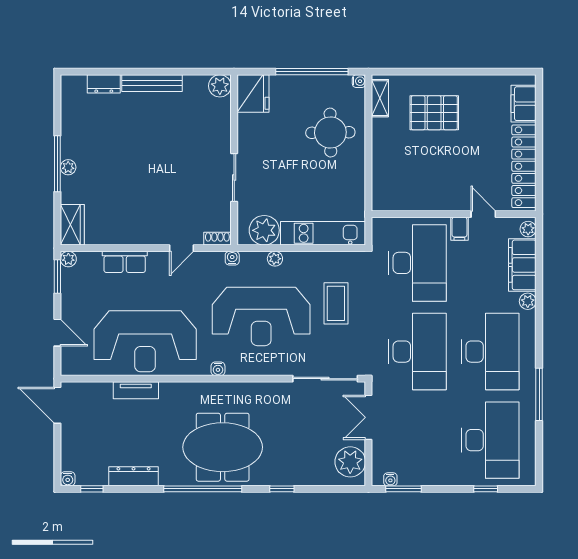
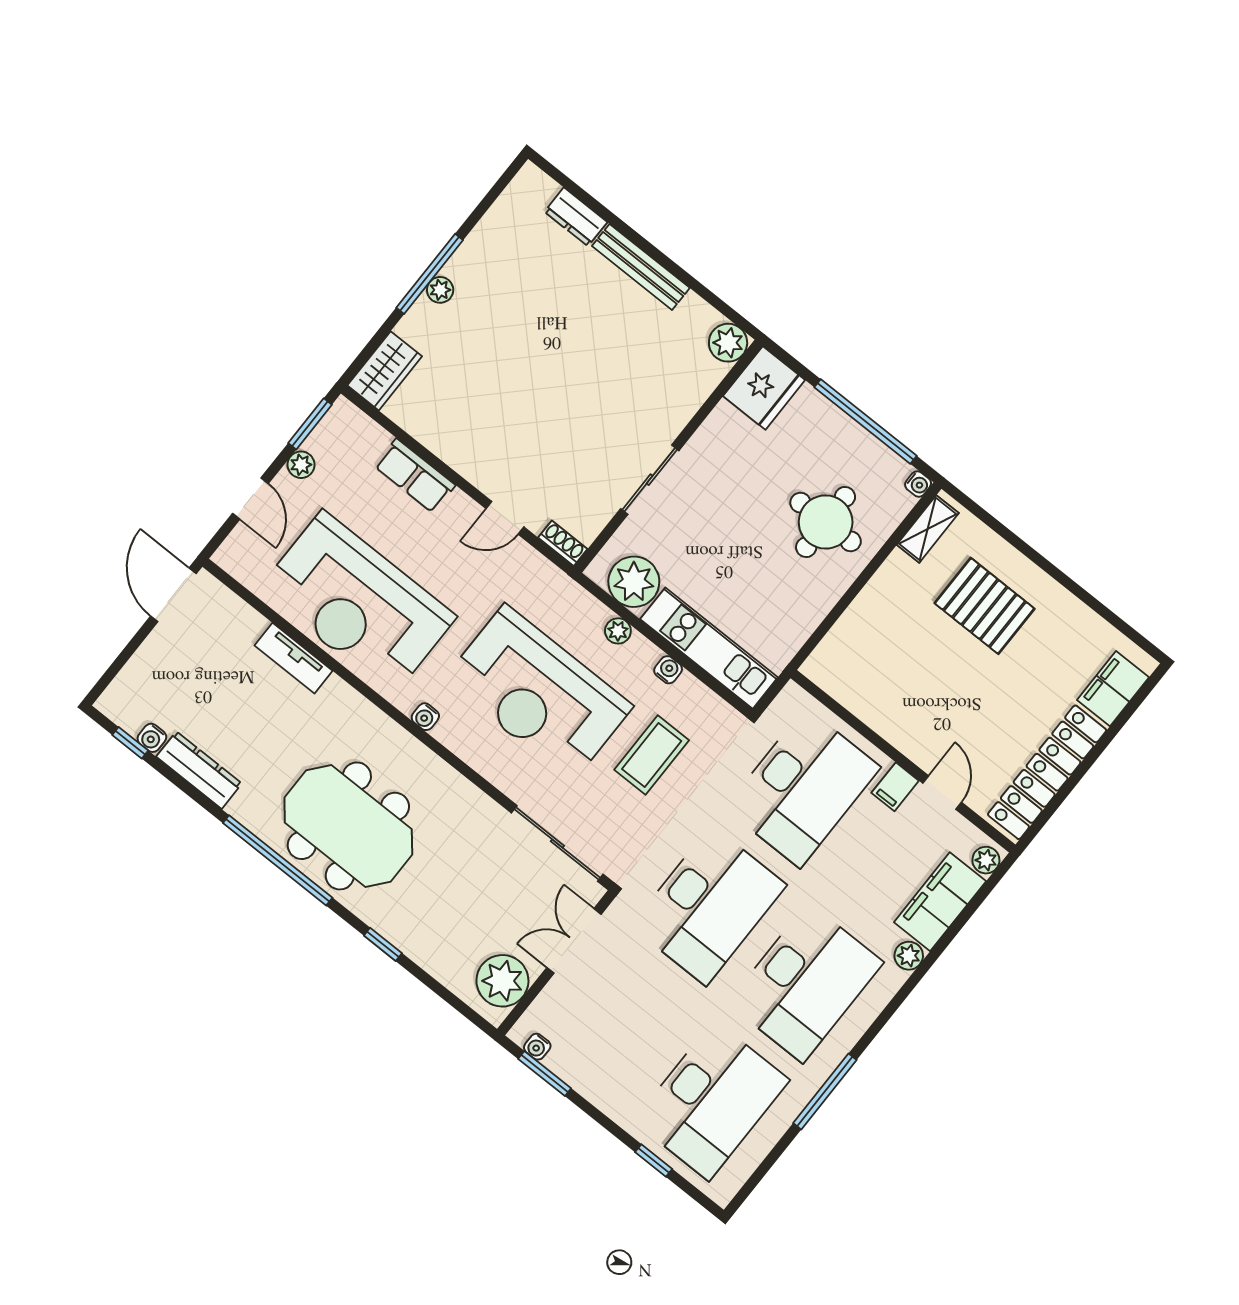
water cooler: (232, 258) -> (668, 670), moved
plant: (68, 259) -> (301, 465), moved
water cooler: (68, 479) -> (152, 738), moved

